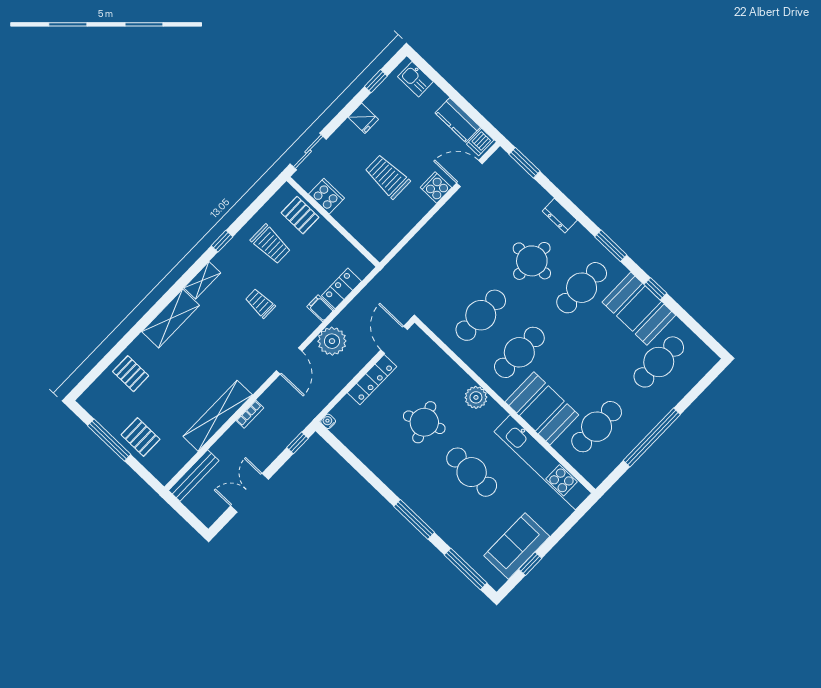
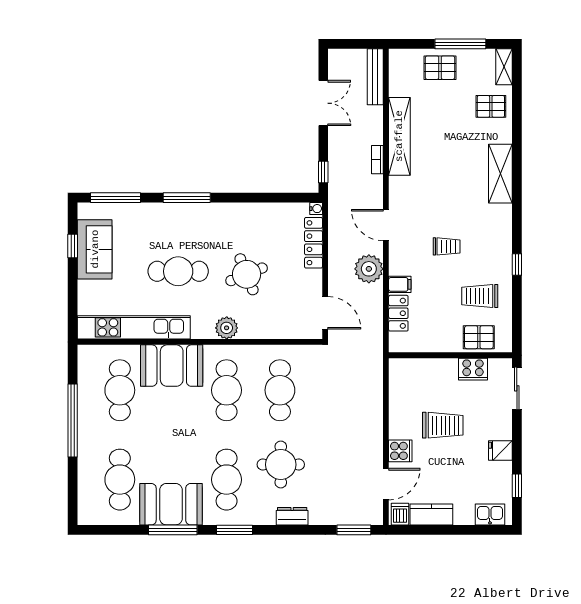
shelving: (202, 280) -> (504, 67), moved
window: (655, 289) -> (173, 530), width x2.17
locker: (372, 380) -> (314, 243), moved

